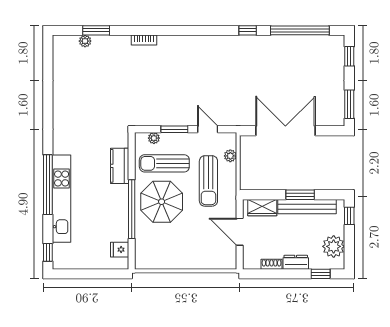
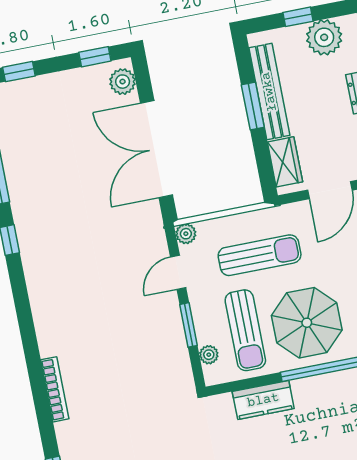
bookcase: (144, 40) -> (55, 389), width x1.56
window: (349, 104) -> (95, 57), width x0.67
plant: (331, 118) -> (123, 82), added
plant: (230, 156) -> (186, 234), moved
window: (349, 216) -> (298, 17), moved

